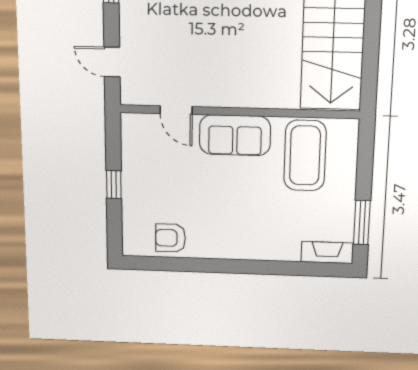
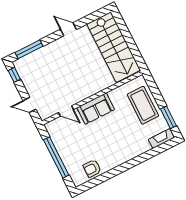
coffee table: (305, 156) -> (143, 105), moved
window: (114, 185) -> (56, 157), width x3.17

